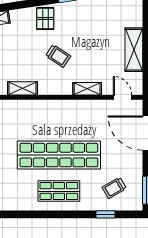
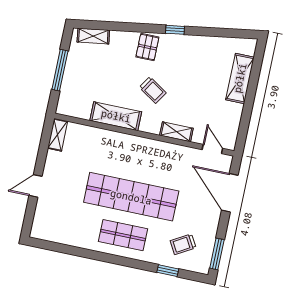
shelving: (134, 50) -> (240, 78), moved
shelving: (22, 88) -> (116, 116), width x1.50, depth x1.33

